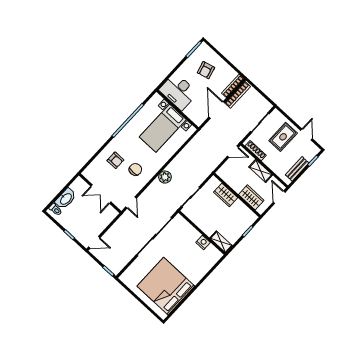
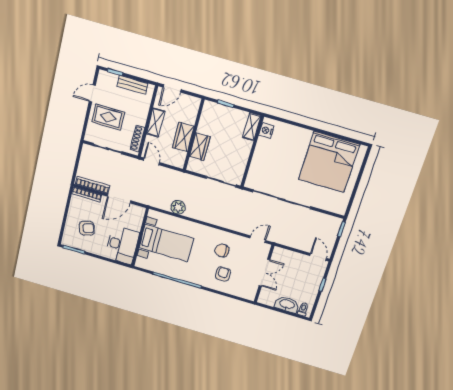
plant: (165, 177) -> (178, 207), moved
wardrobe: (251, 197) -> (183, 137), moved
nightstand: (203, 242) -> (266, 131), moved

